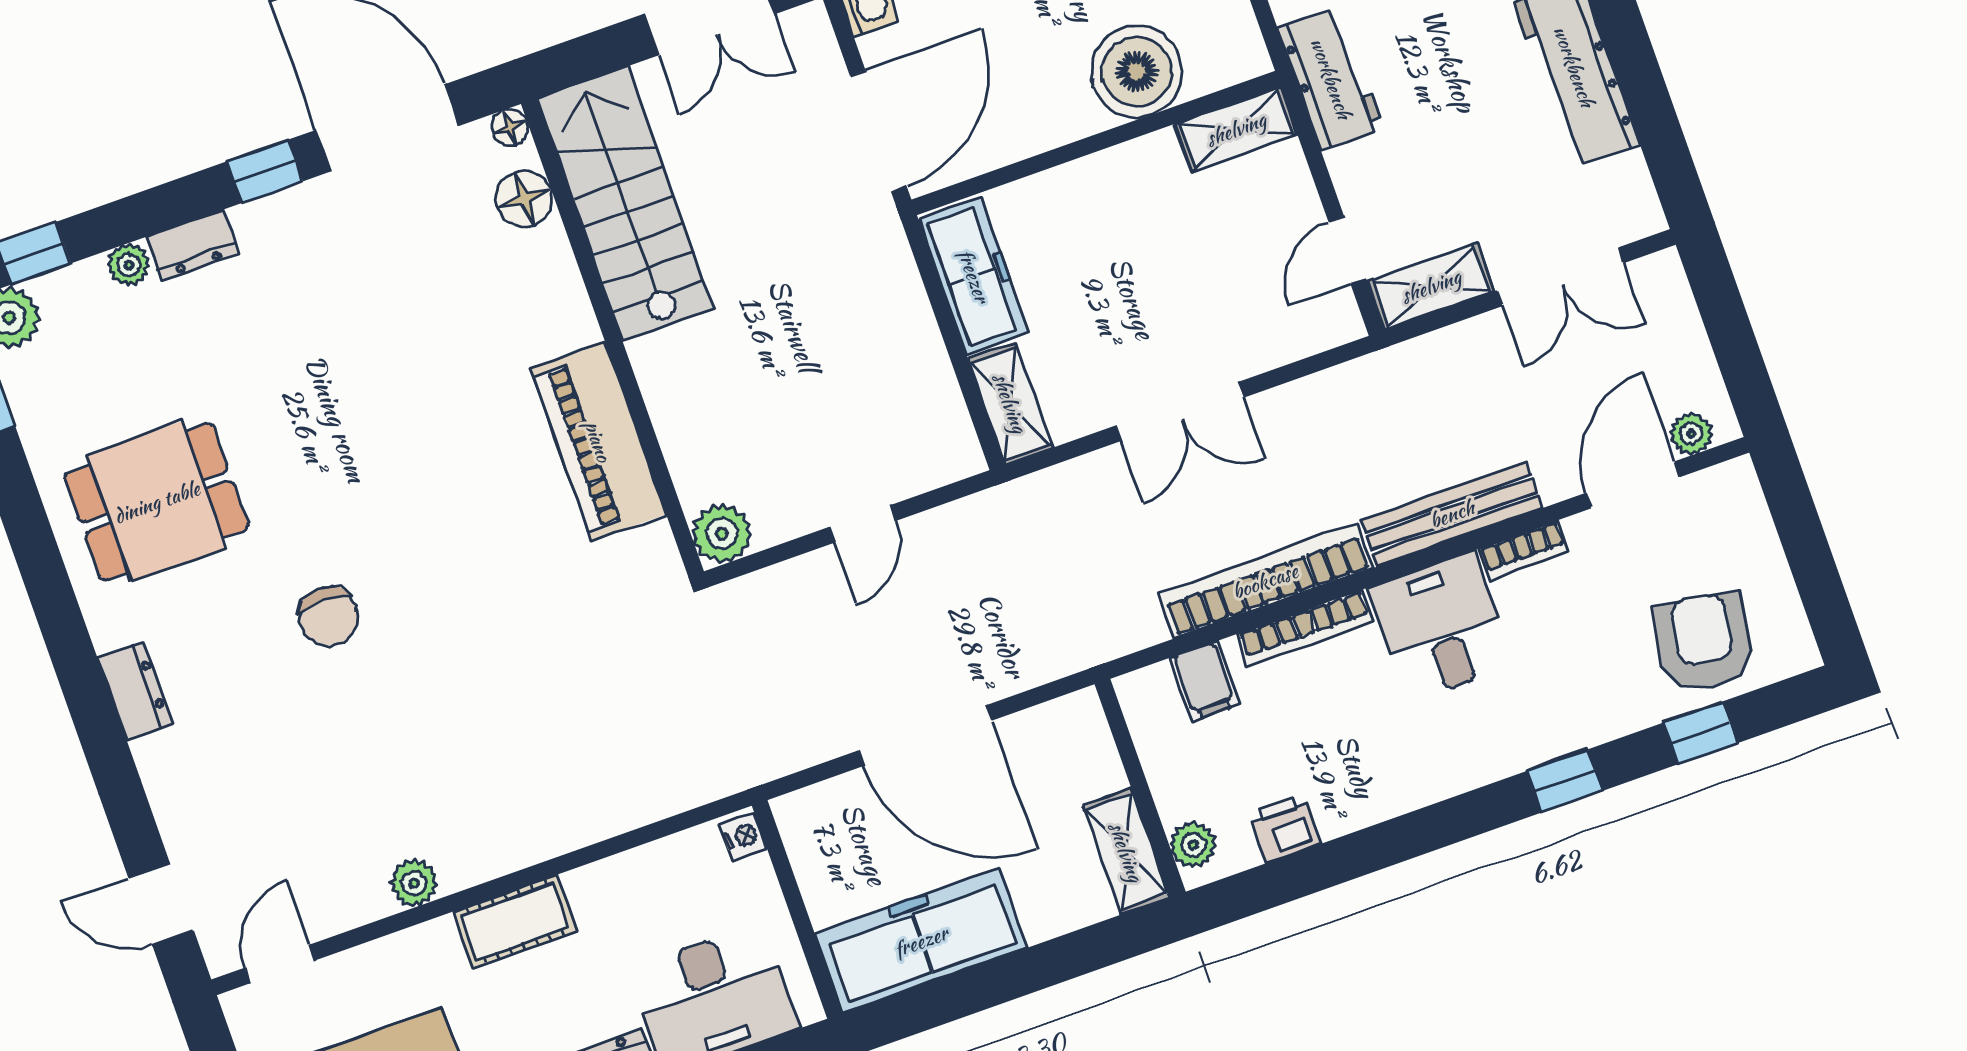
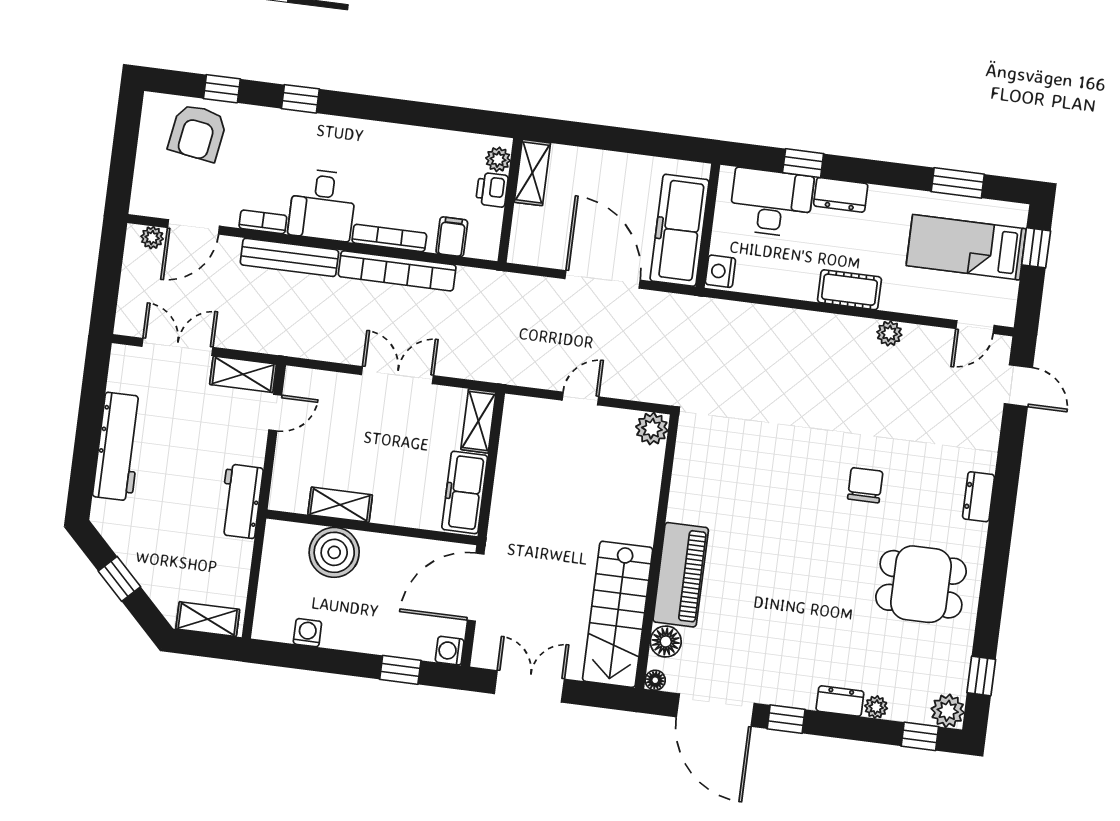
shelving: (1236, 129) -> (340, 505), moved
piano: (598, 441) -> (681, 575), moved
printer: (1285, 828) -> (492, 190), moved, turned 90
nightstand: (743, 836) -> (720, 271), width x1.39, depth x1.35
freezer: (921, 941) -> (679, 230), moved, turned 90

